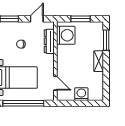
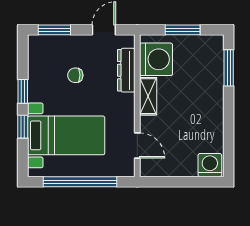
shelving: (99, 61) -> (148, 96), moved
washing machine: (81, 94) -> (210, 165), moved

